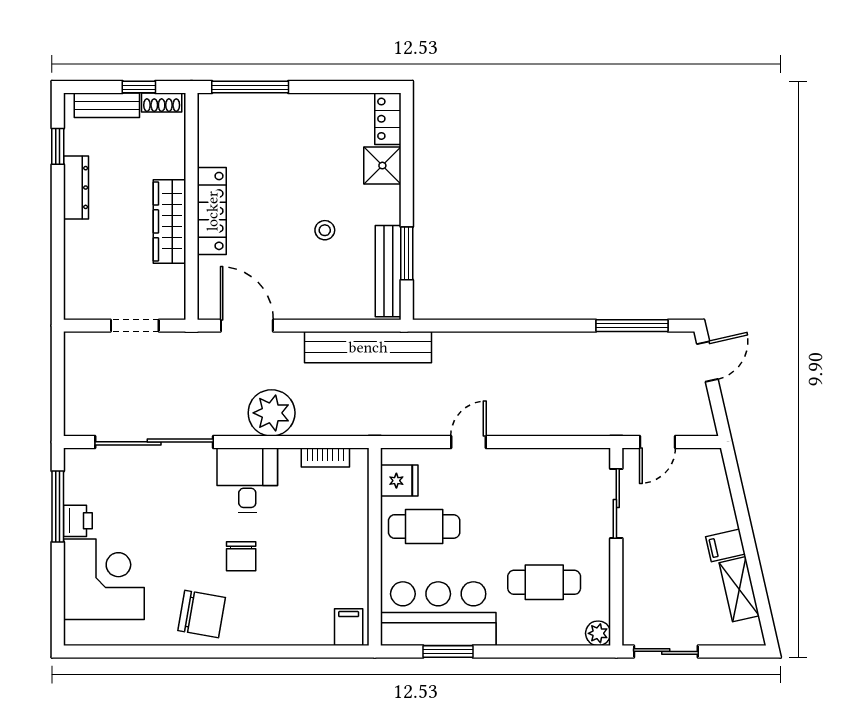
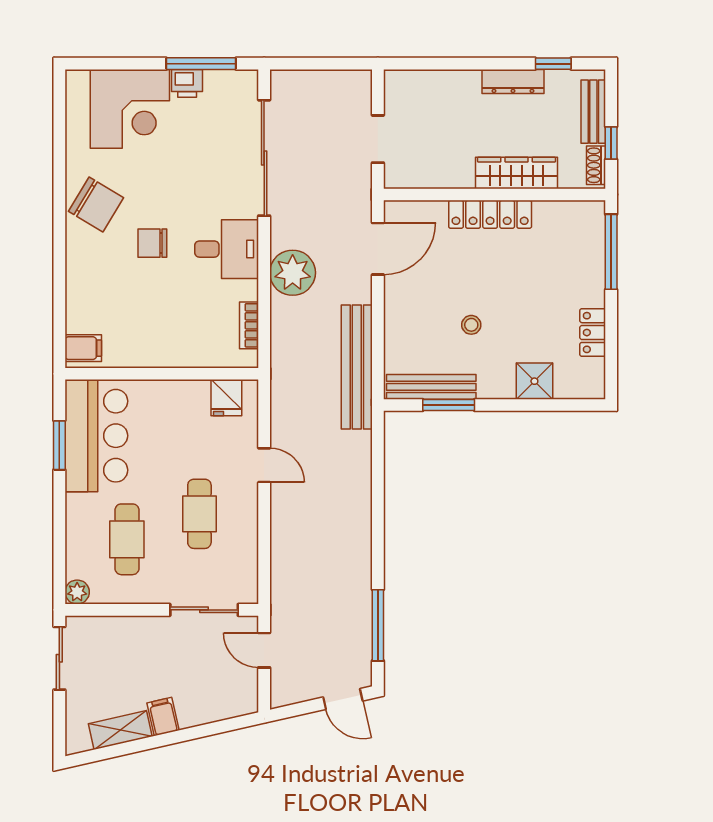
locker: (388, 119) -> (593, 333), moved, turned -90
wardrobe: (170, 221) -> (517, 173), moved
cafe table: (424, 526) -> (199, 514), moved
chair: (202, 614) -> (96, 204), turned -69

